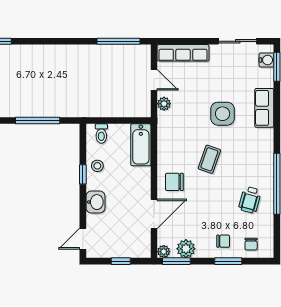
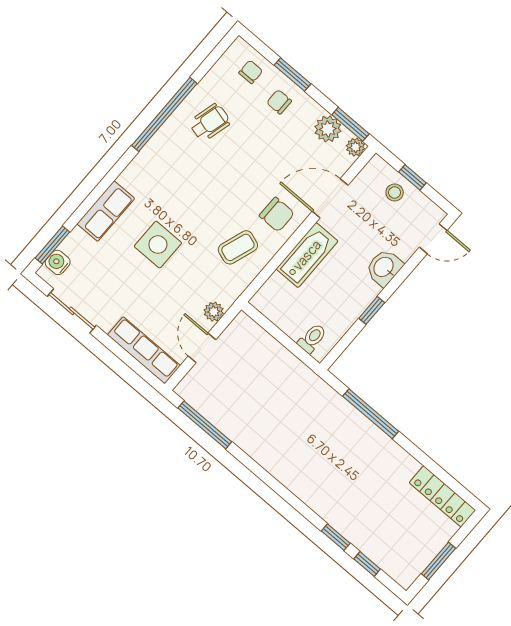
bathtub: (141, 145) -> (307, 255), moved
coffee table: (209, 159) -> (238, 247), moved
stool: (97, 166) -> (395, 192), moved

